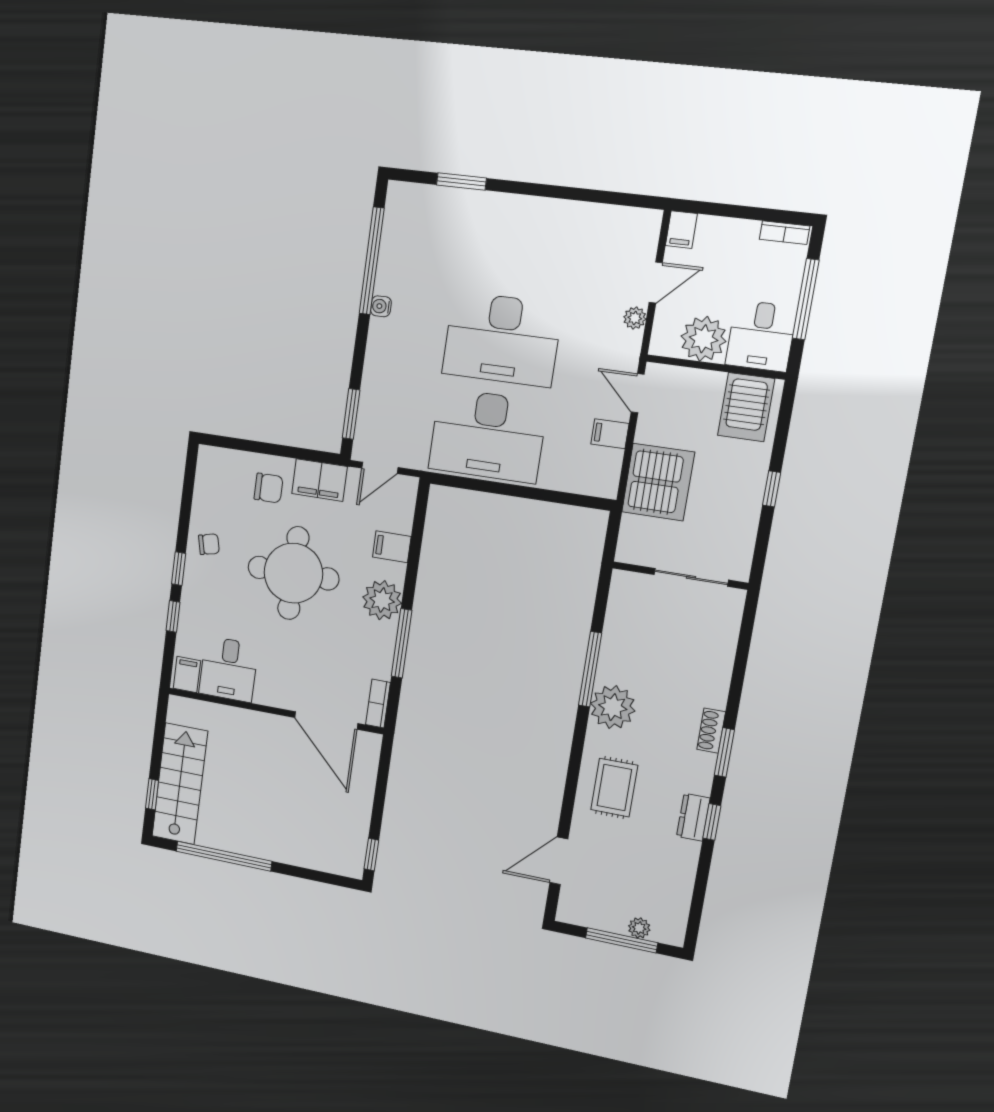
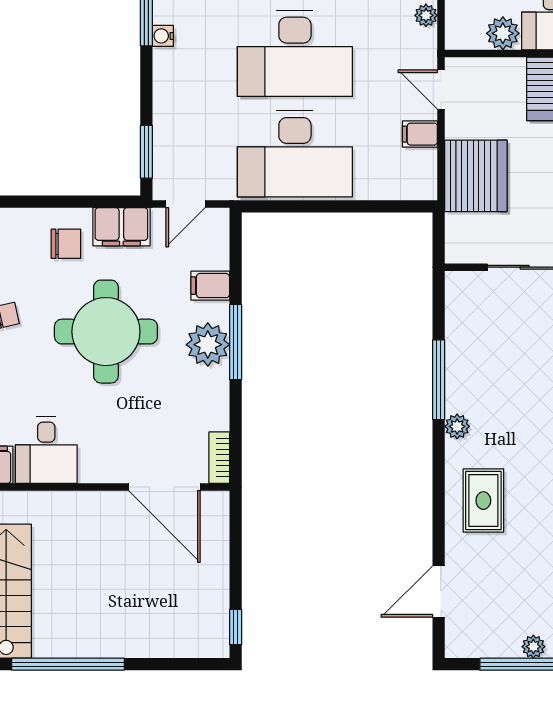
plant: (703, 339) -> (503, 33), width x0.73, depth x0.73
window: (402, 643) -> (236, 342), moved
plant: (613, 707) -> (457, 426), width x0.53, depth x0.53

